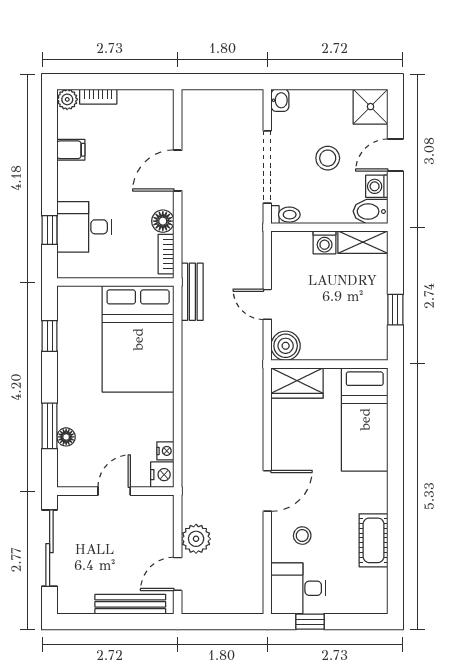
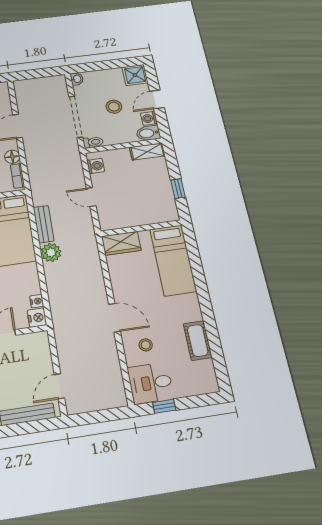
washing machine: (325, 242) -> (96, 166), moved, turned -90
bench: (192, 292) -> (44, 224), moved
boiler: (286, 346) -> (109, 221), removed
door: (267, 491) -> (114, 318), hinge flipped
plant: (196, 539) -> (51, 253), moved

